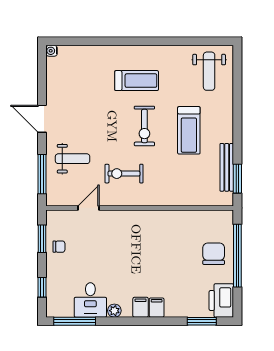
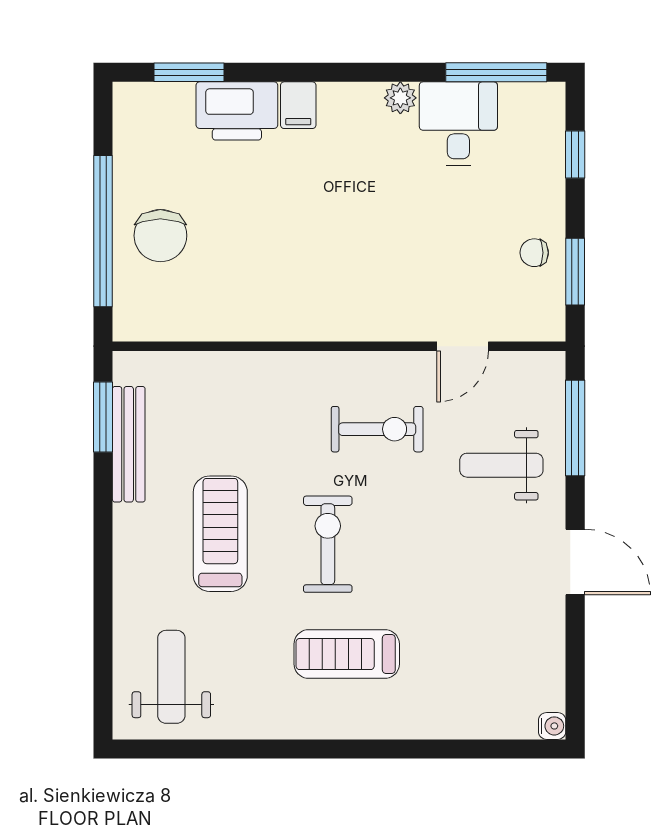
printer: (221, 300) -> (237, 111), moved, turned 90
filing cabinet: (141, 307) -> (337, 106), removed

